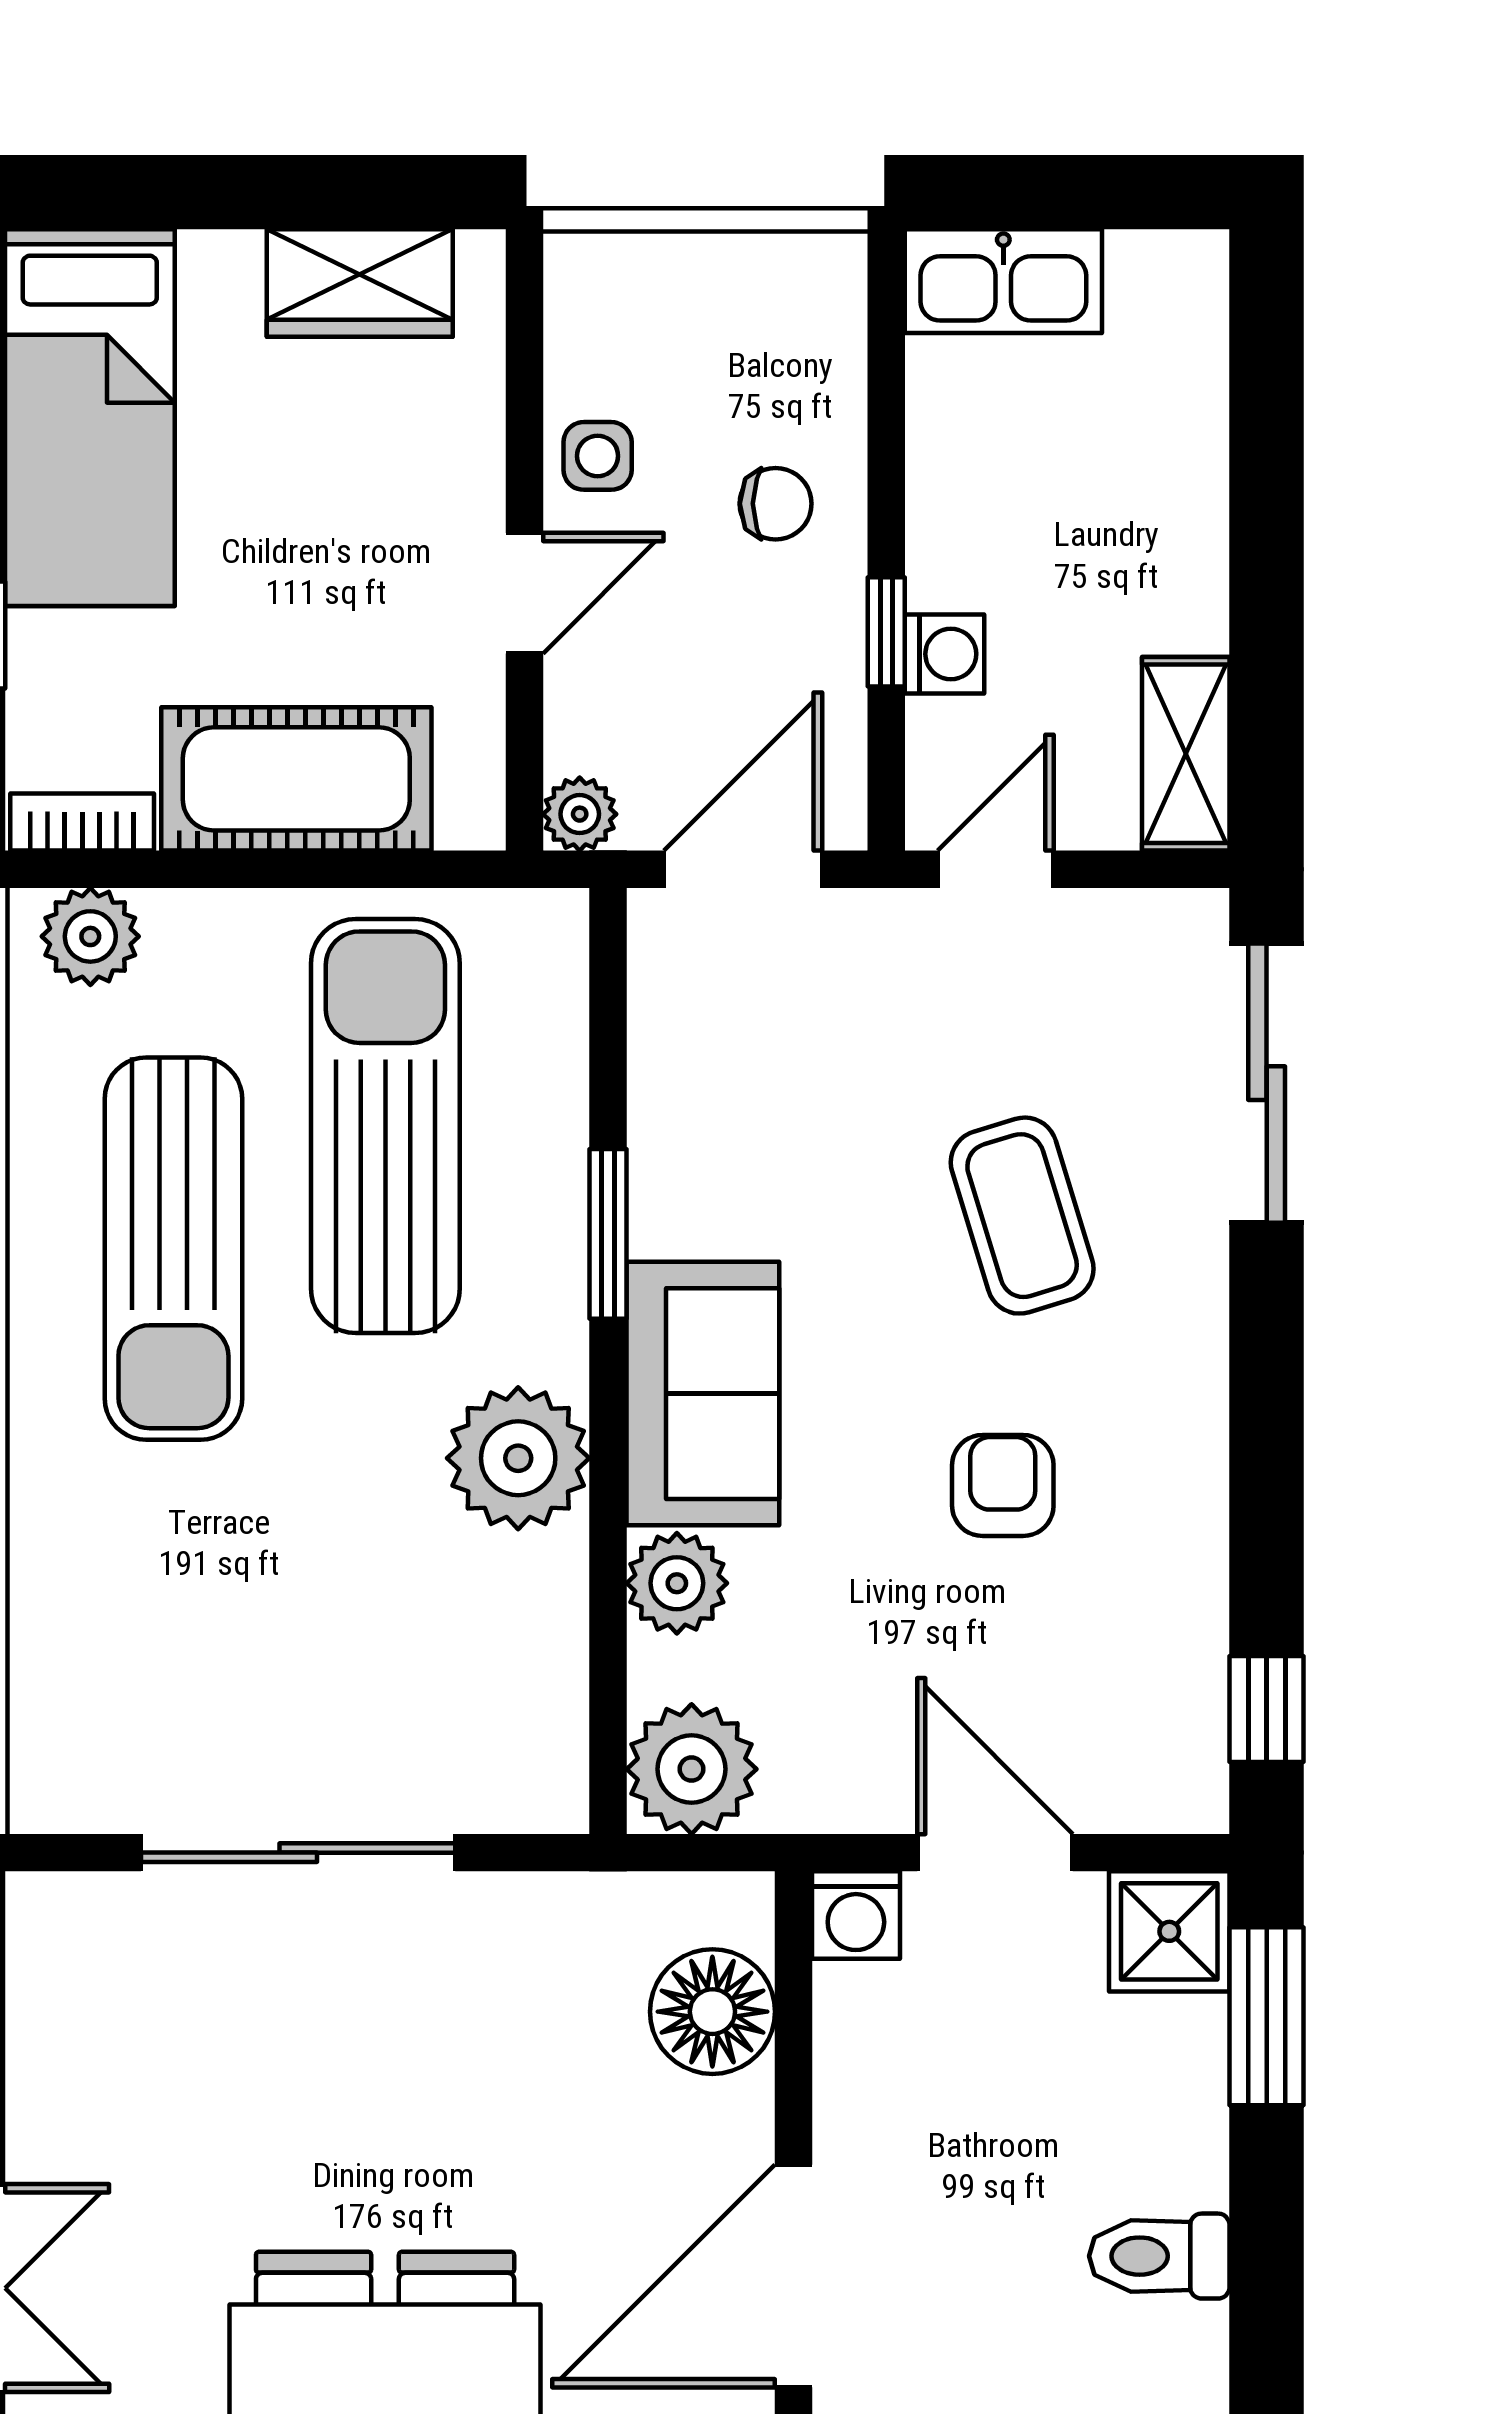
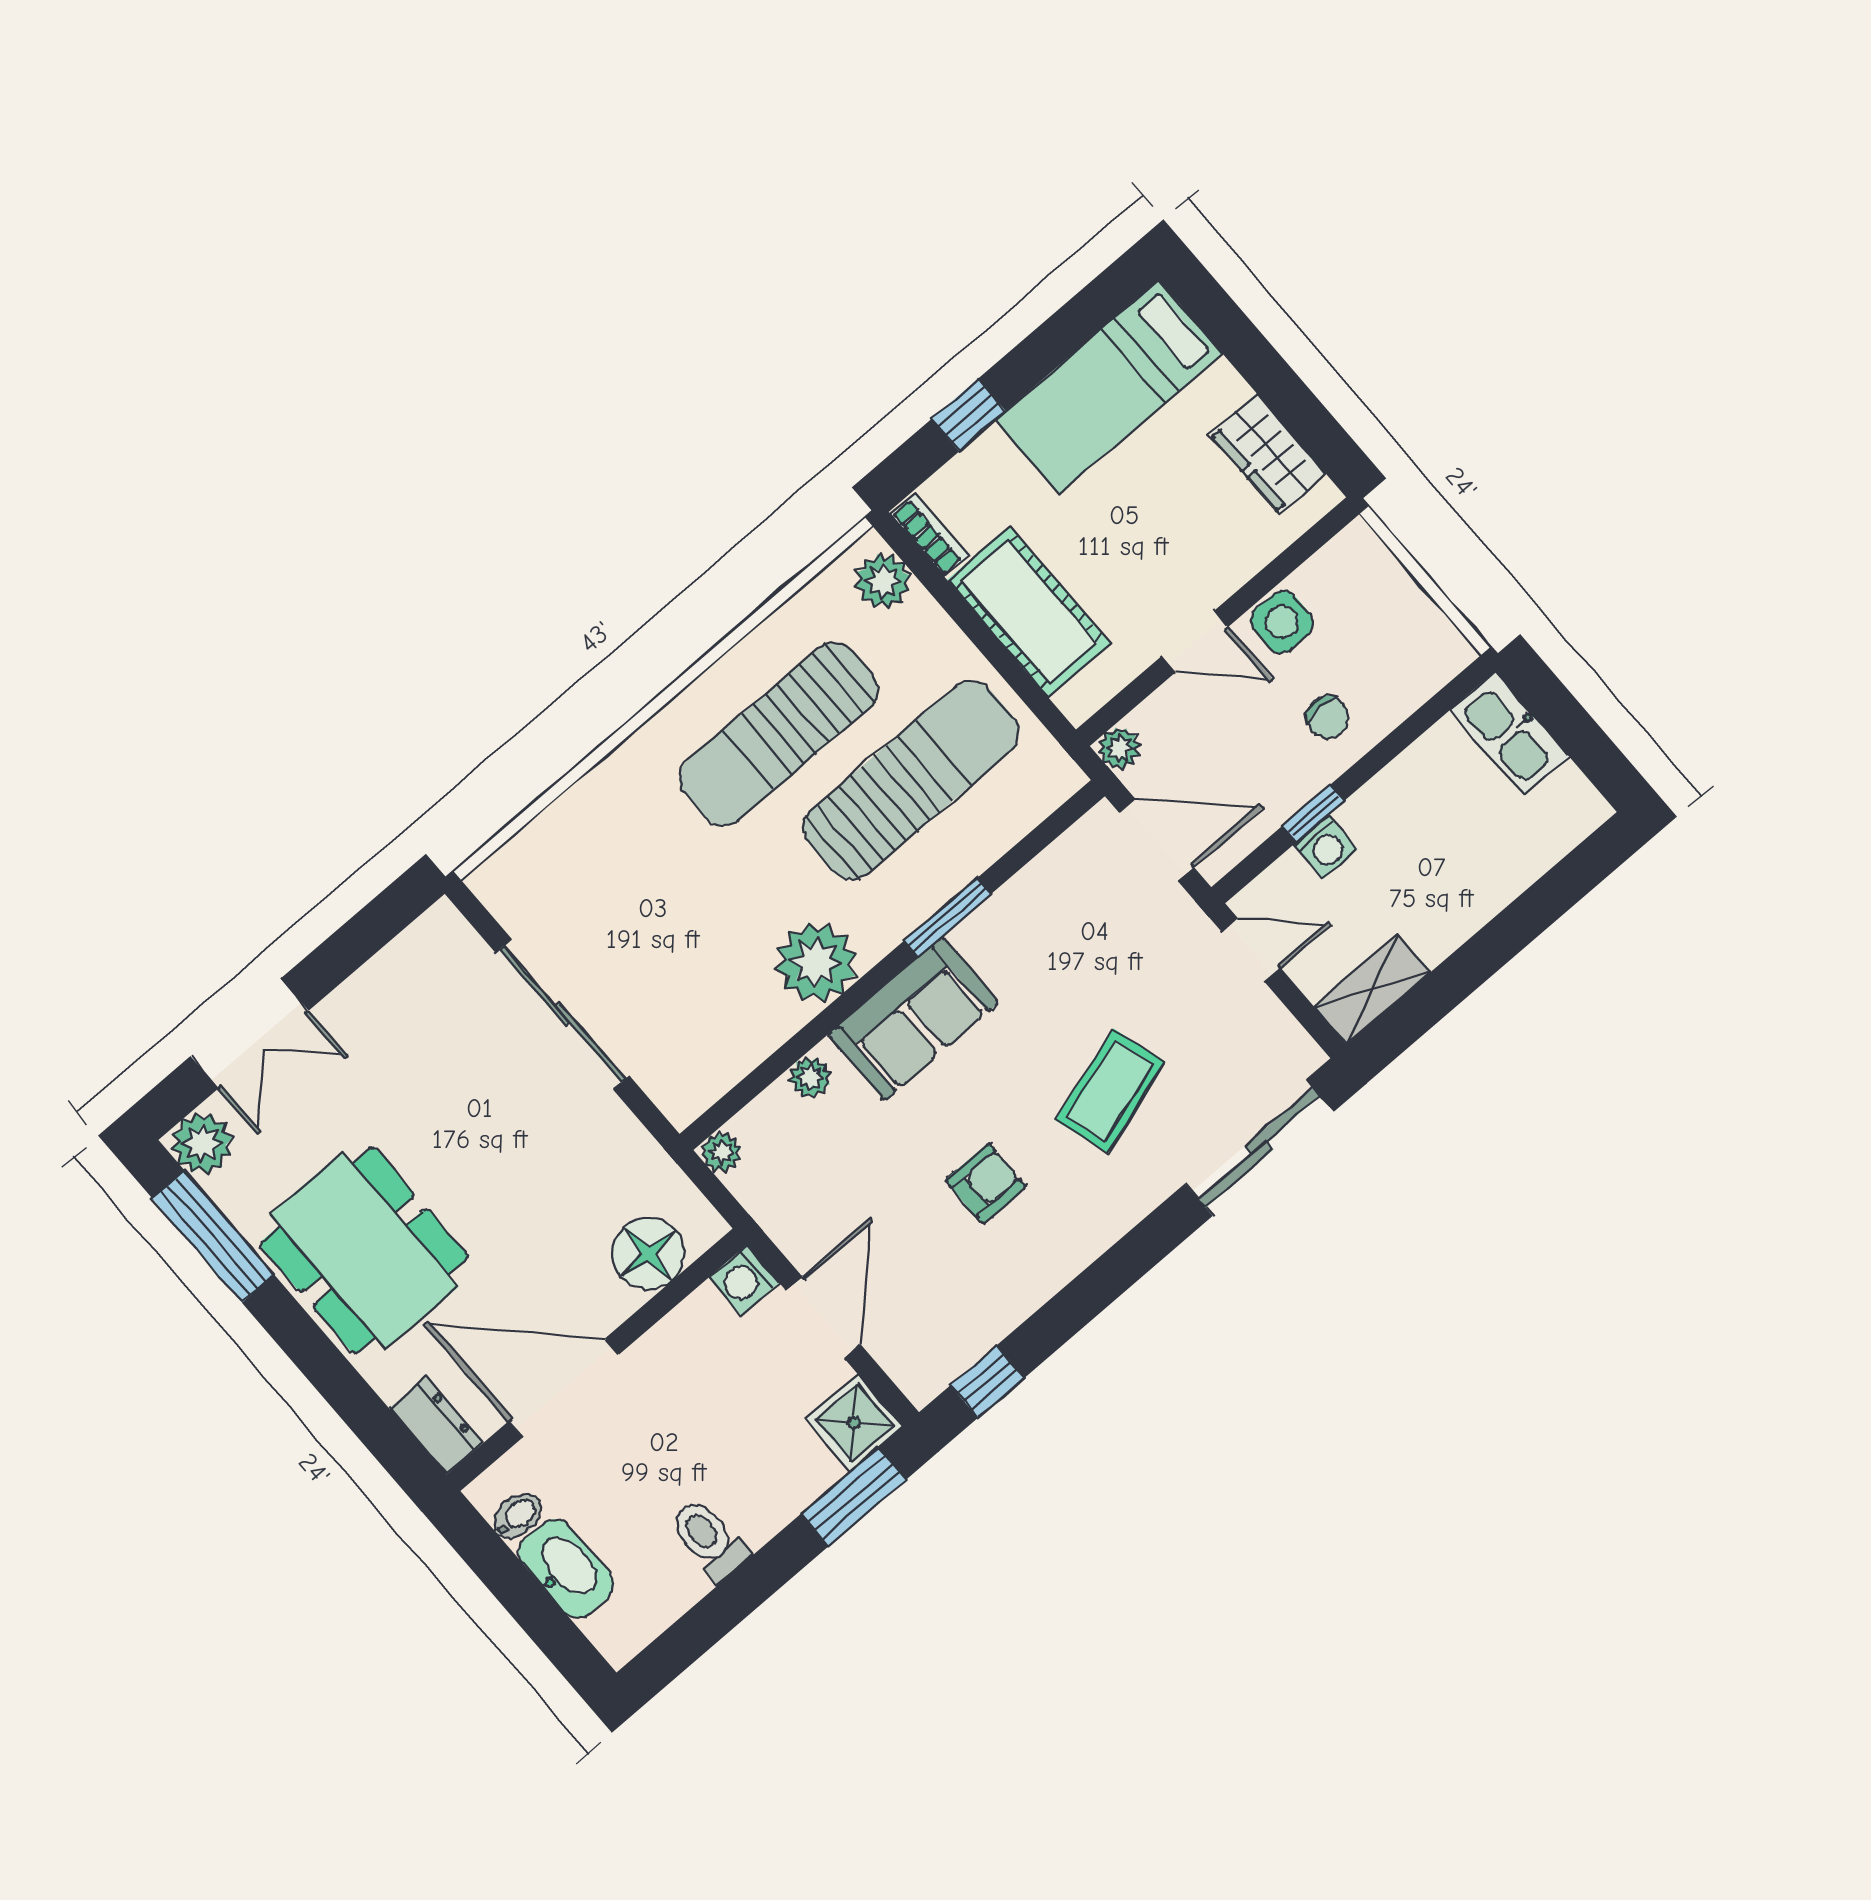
side table: (598, 456) -> (1282, 622), width x1.37, depth x1.37
plant: (677, 1583) -> (810, 1077), width x0.73, depth x0.73
plant: (692, 1769) -> (721, 1152), width x0.53, depth x0.53

